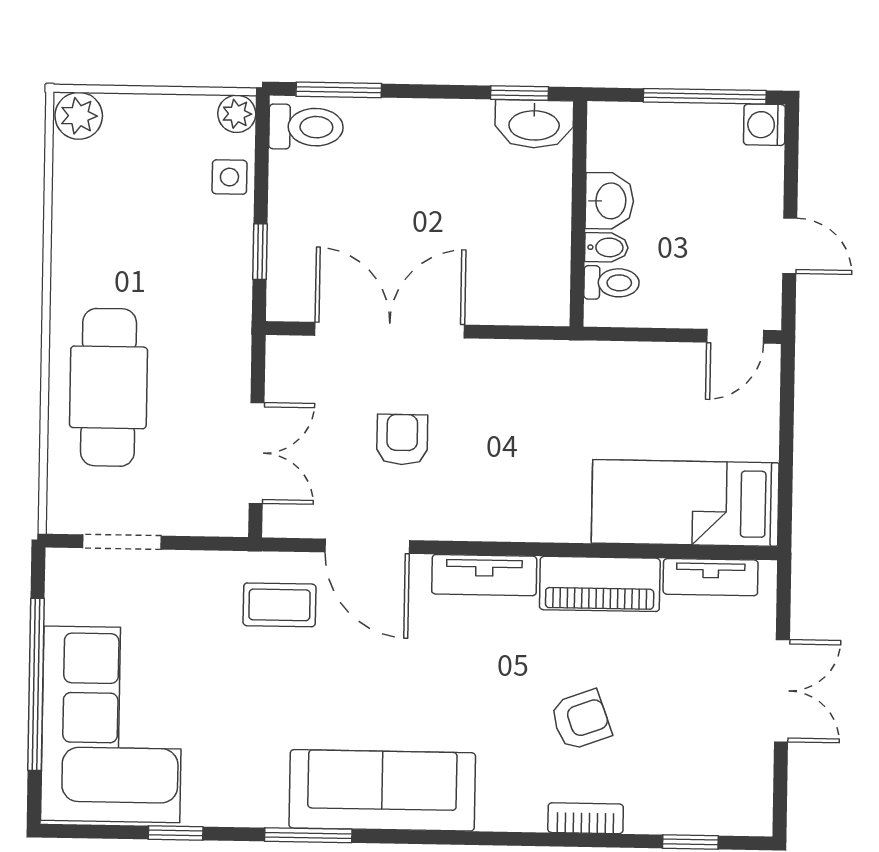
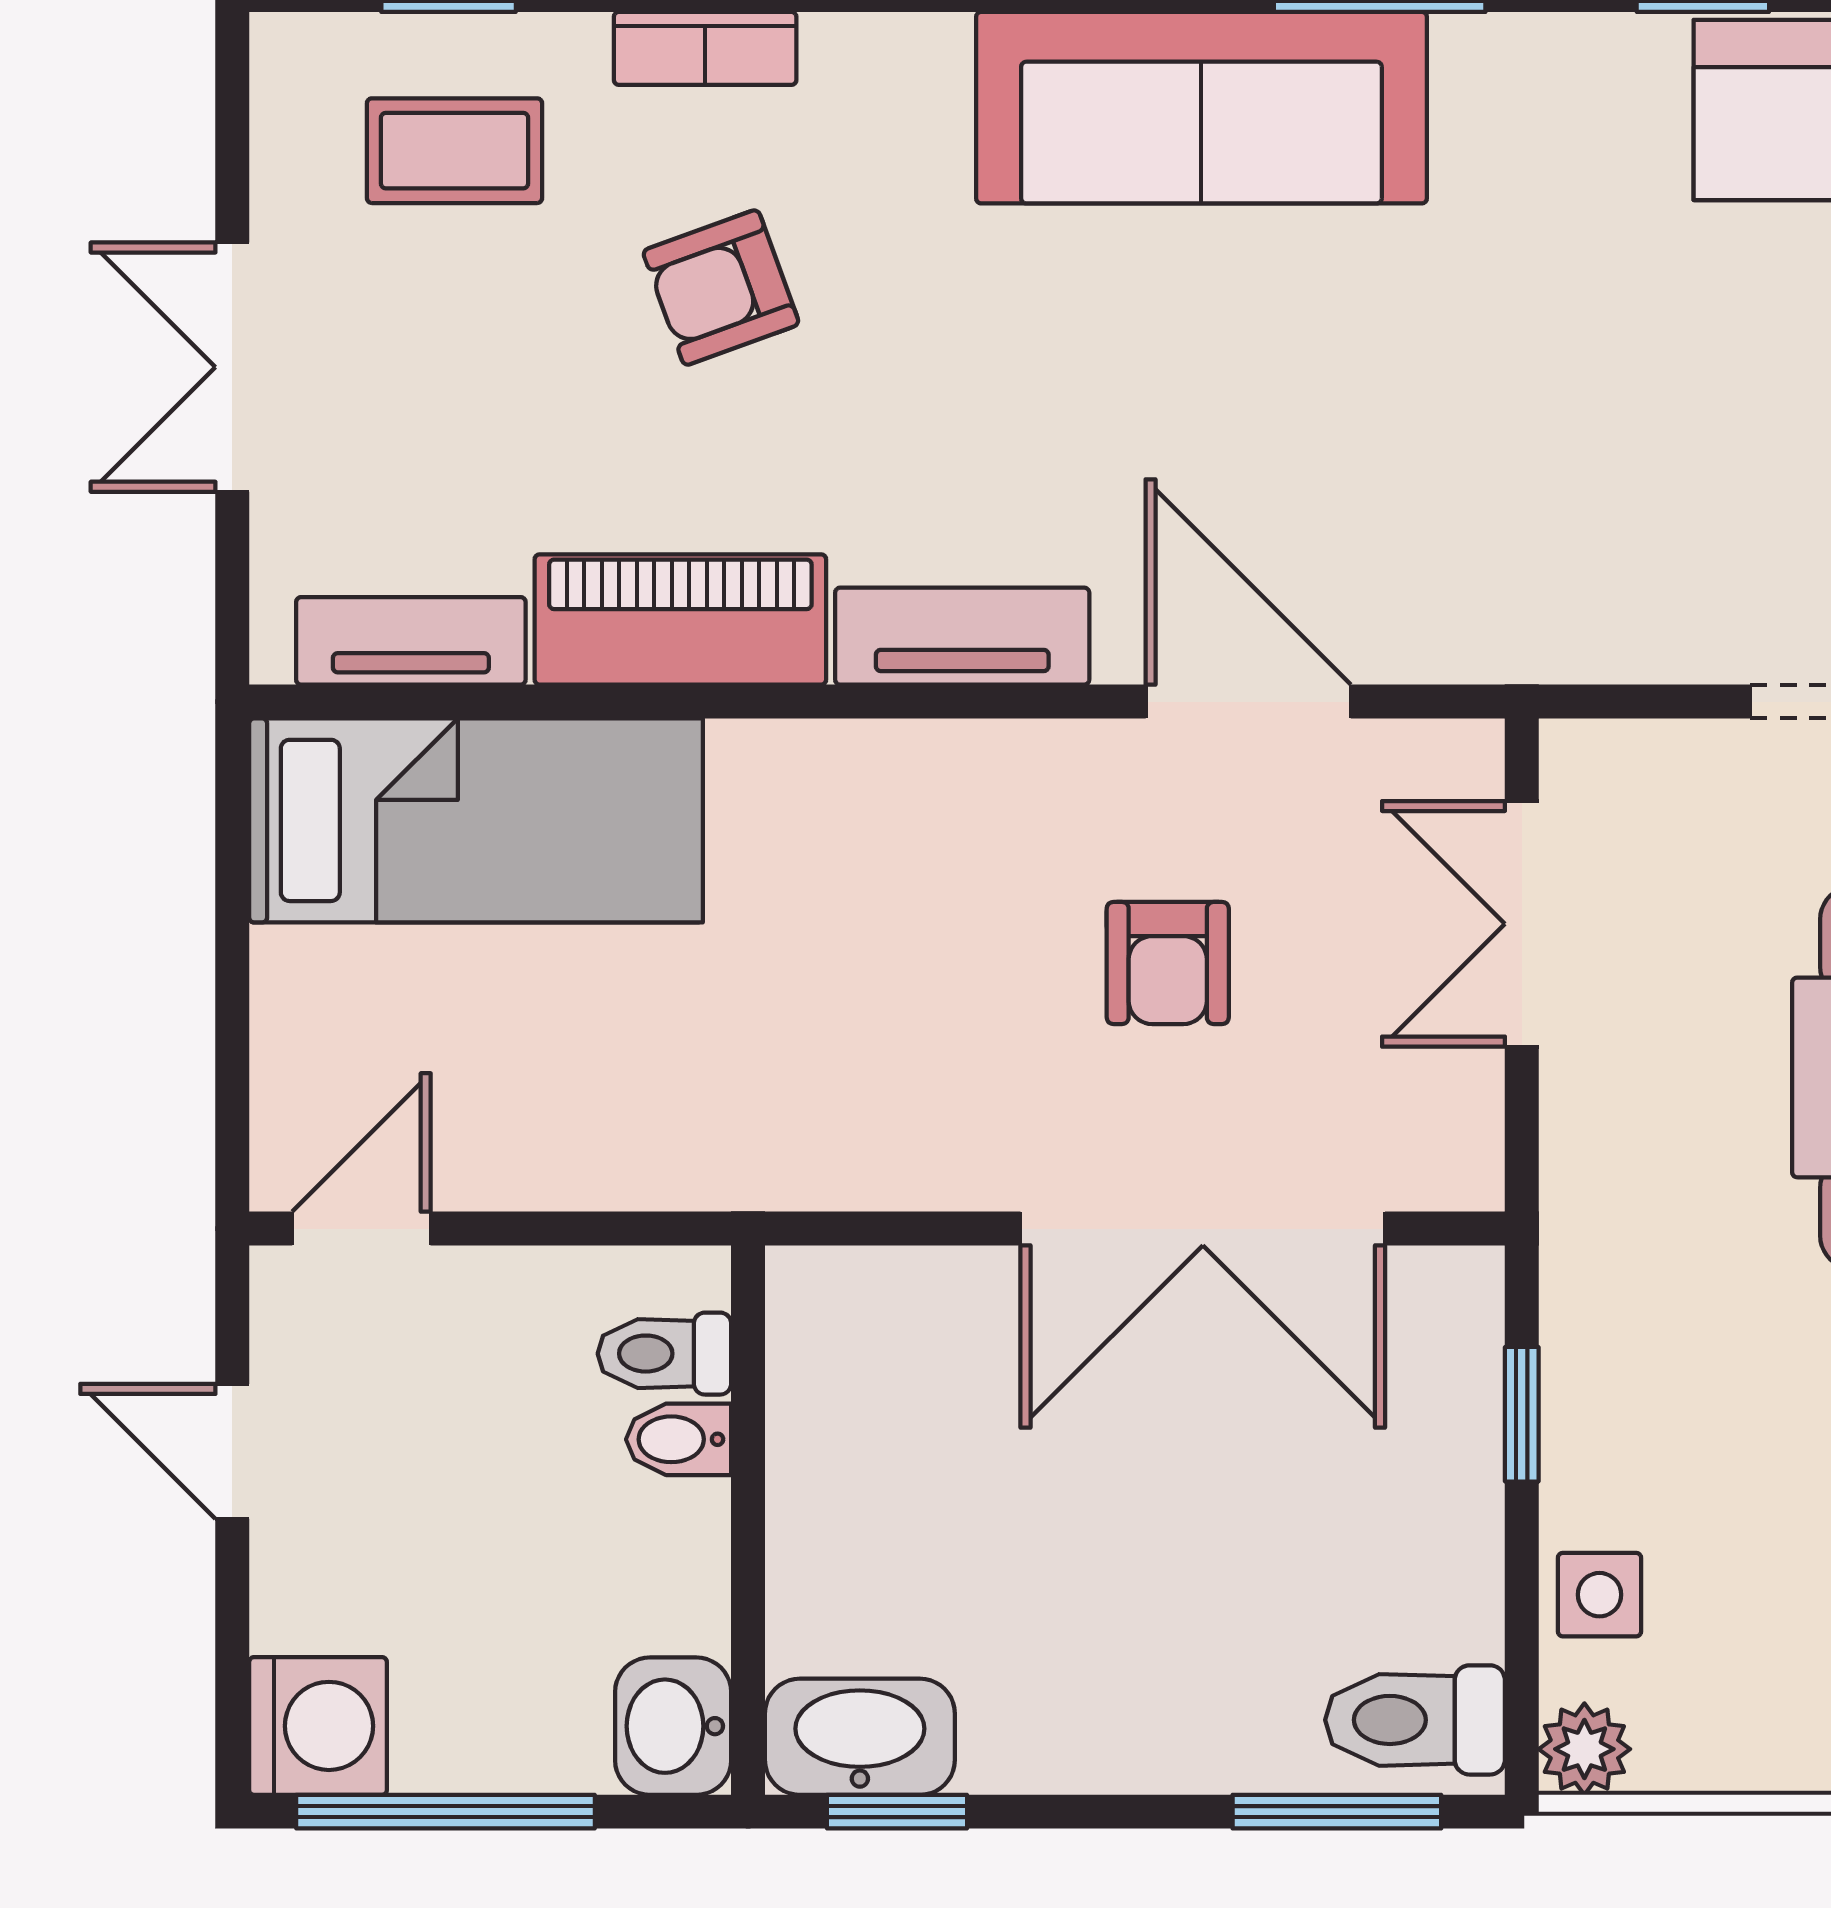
washing machine: (764, 125) -> (318, 1726), width x1.38, depth x1.38
washbasin: (609, 201) -> (673, 1726), moved
coffee table: (279, 605) -> (455, 151), moved

